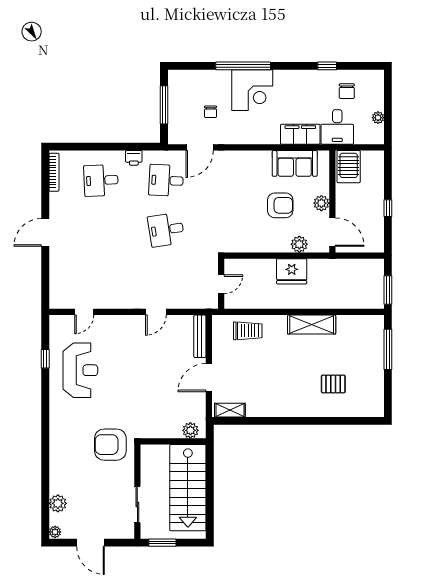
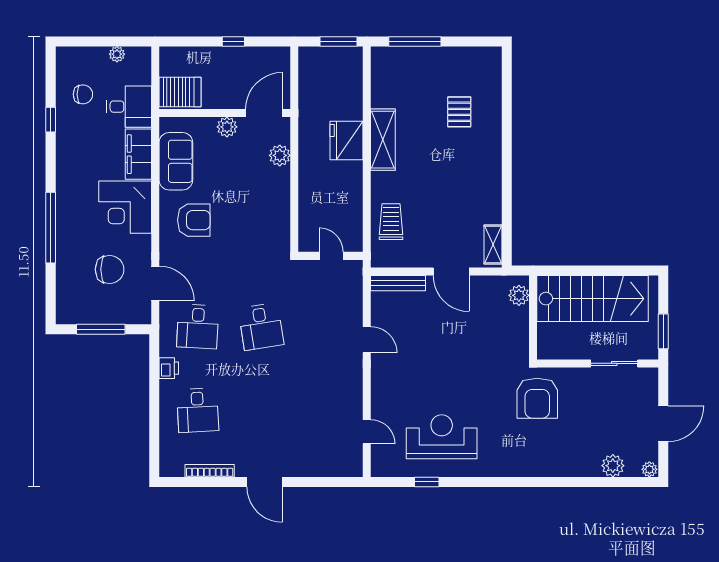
corner desk: (252, 90) -> (125, 207), moved, turned 180
chair: (211, 112) -> (110, 269), width x1.87, depth x1.87
bookcase: (54, 172) -> (210, 471), moved
armchair: (280, 205) -> (194, 220), moved, turned 90
fridge: (292, 271) -> (346, 141), moved, turned 180

